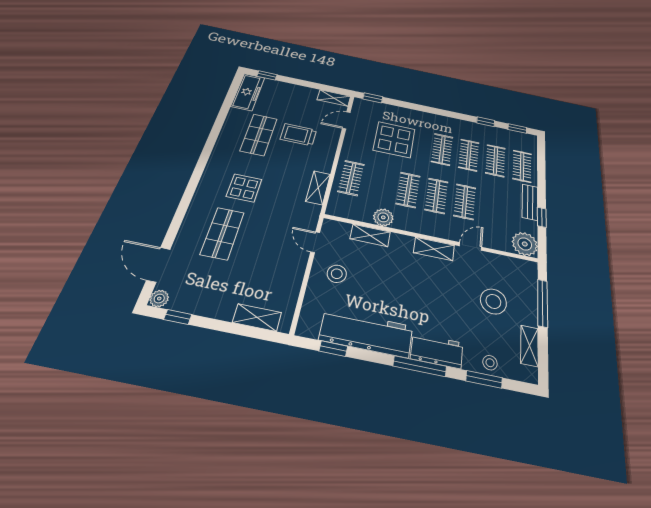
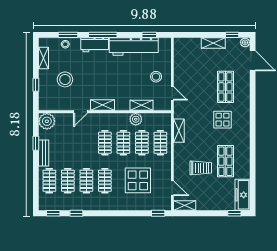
door: (346, 120) -> (172, 188), hinge flipped
clothes rail: (465, 202) -> (142, 143), moved
window: (543, 303) -> (36, 85), width x0.46
shelving: (257, 317) -> (213, 43), moved

